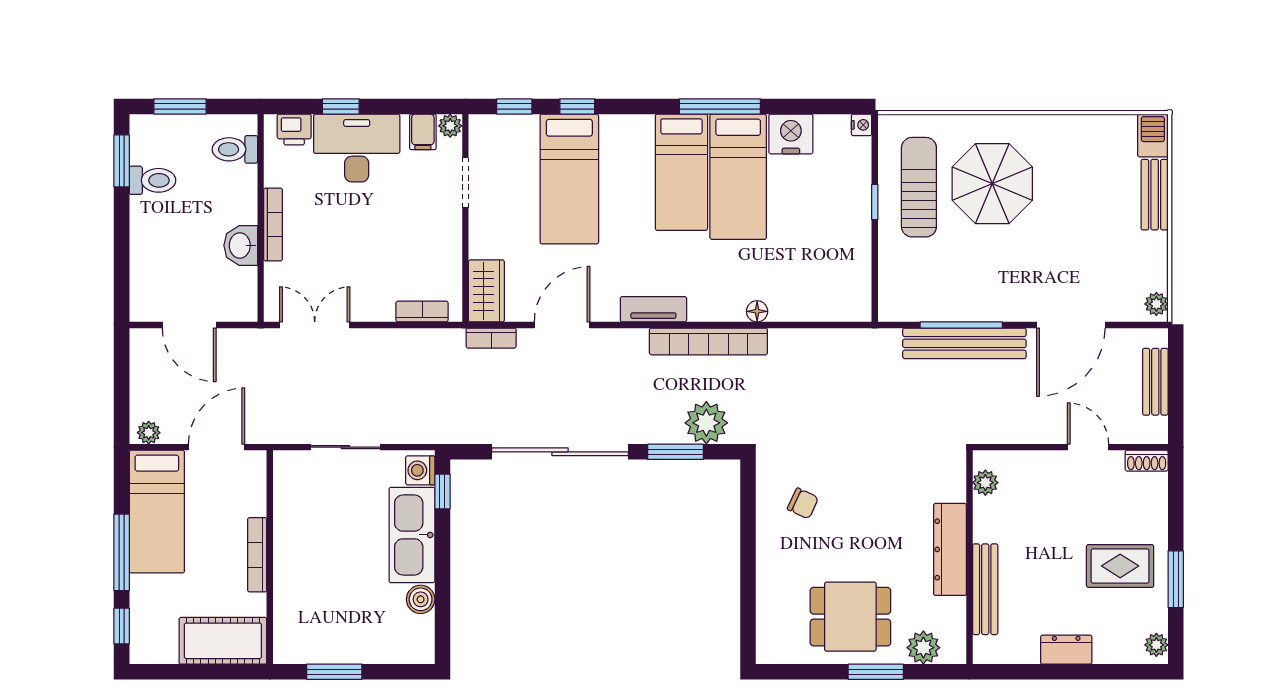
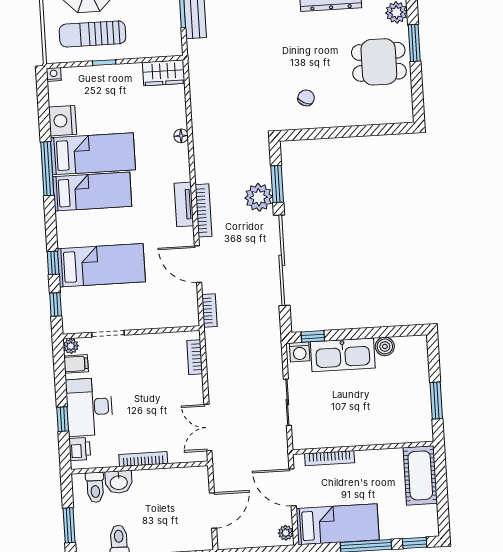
washbasin: (241, 245) -> (119, 482), moved
wardrobe: (486, 291) -> (164, 73), moved, turned 180
bookcase: (708, 341) -> (203, 210), moved, width x0.68, depth x0.76
plant: (706, 423) -> (259, 197), moved
bookcase: (257, 555) -> (330, 458), moved
dining table: (850, 617) -> (379, 62), turned 90

